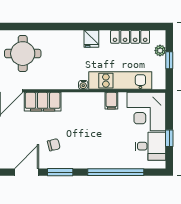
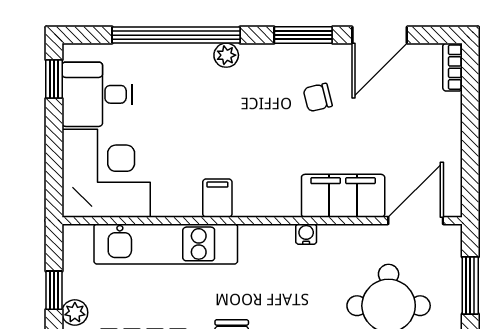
water cooler: (83, 85) -> (306, 234), moved
filing cabinet: (111, 101) -> (217, 198), moved
window: (169, 138) -> (54, 79), moved
plant: (94, 163) -> (226, 55), added

